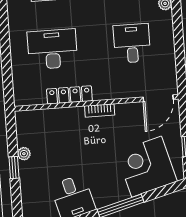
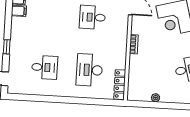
locker: (69, 95) -> (120, 85), moved
window: (14, 168) -> (164, 105), removed

